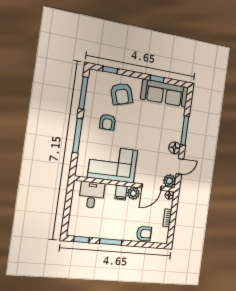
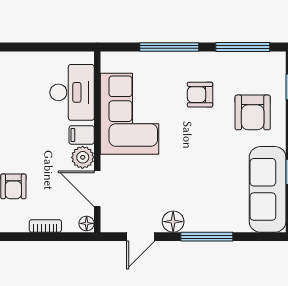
armchair: (122, 94) -> (253, 112), turned -73
door: (180, 166) -> (141, 237), hinge flipped
plant: (169, 181) -> (112, 220), removed
desk: (92, 195) -> (72, 92), width x1.37

